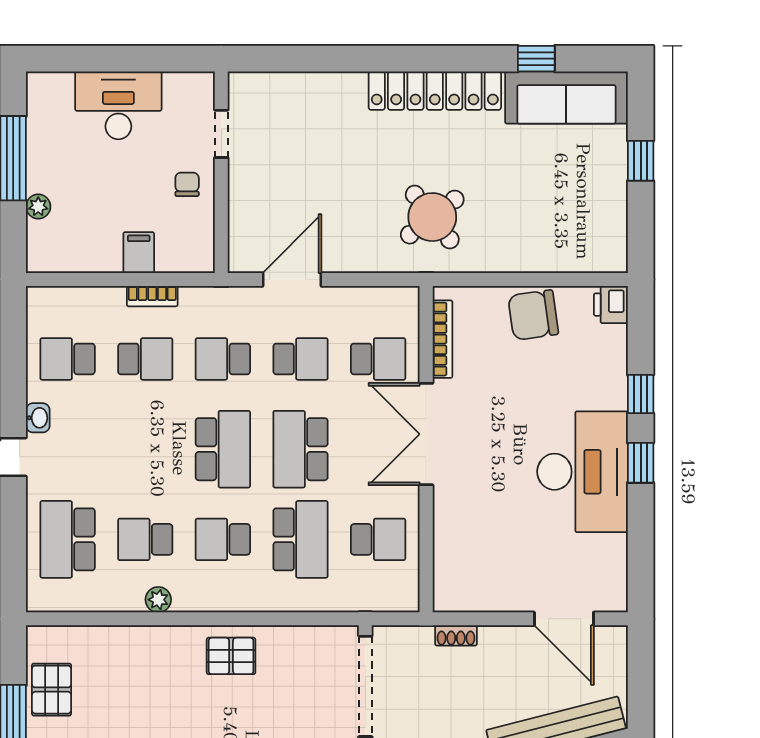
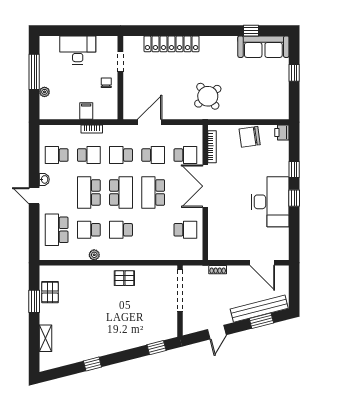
locker: (435, 91) -> (171, 44), moved
school desk: (300, 539) -> (89, 192), moved, turned 180

